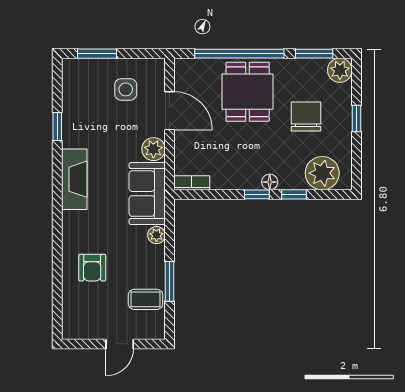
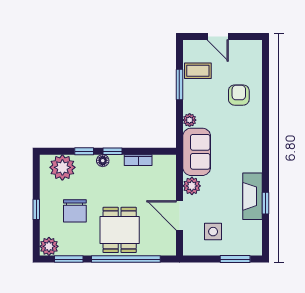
fireplace: (74, 179) -> (253, 196), moved
bookcase: (192, 183) -> (138, 160), moved
door: (120, 344) -> (218, 37), swing flipped

